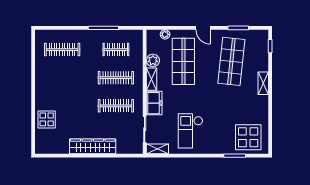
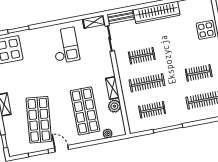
door: (203, 28) -> (61, 149), moved
clothes rail: (62, 78) -> (199, 73), added
freezer: (154, 103) -> (105, 65), removed
clothes rail: (116, 106) -> (142, 56), width x0.73
bench: (130, 149) -> (120, 17), added

